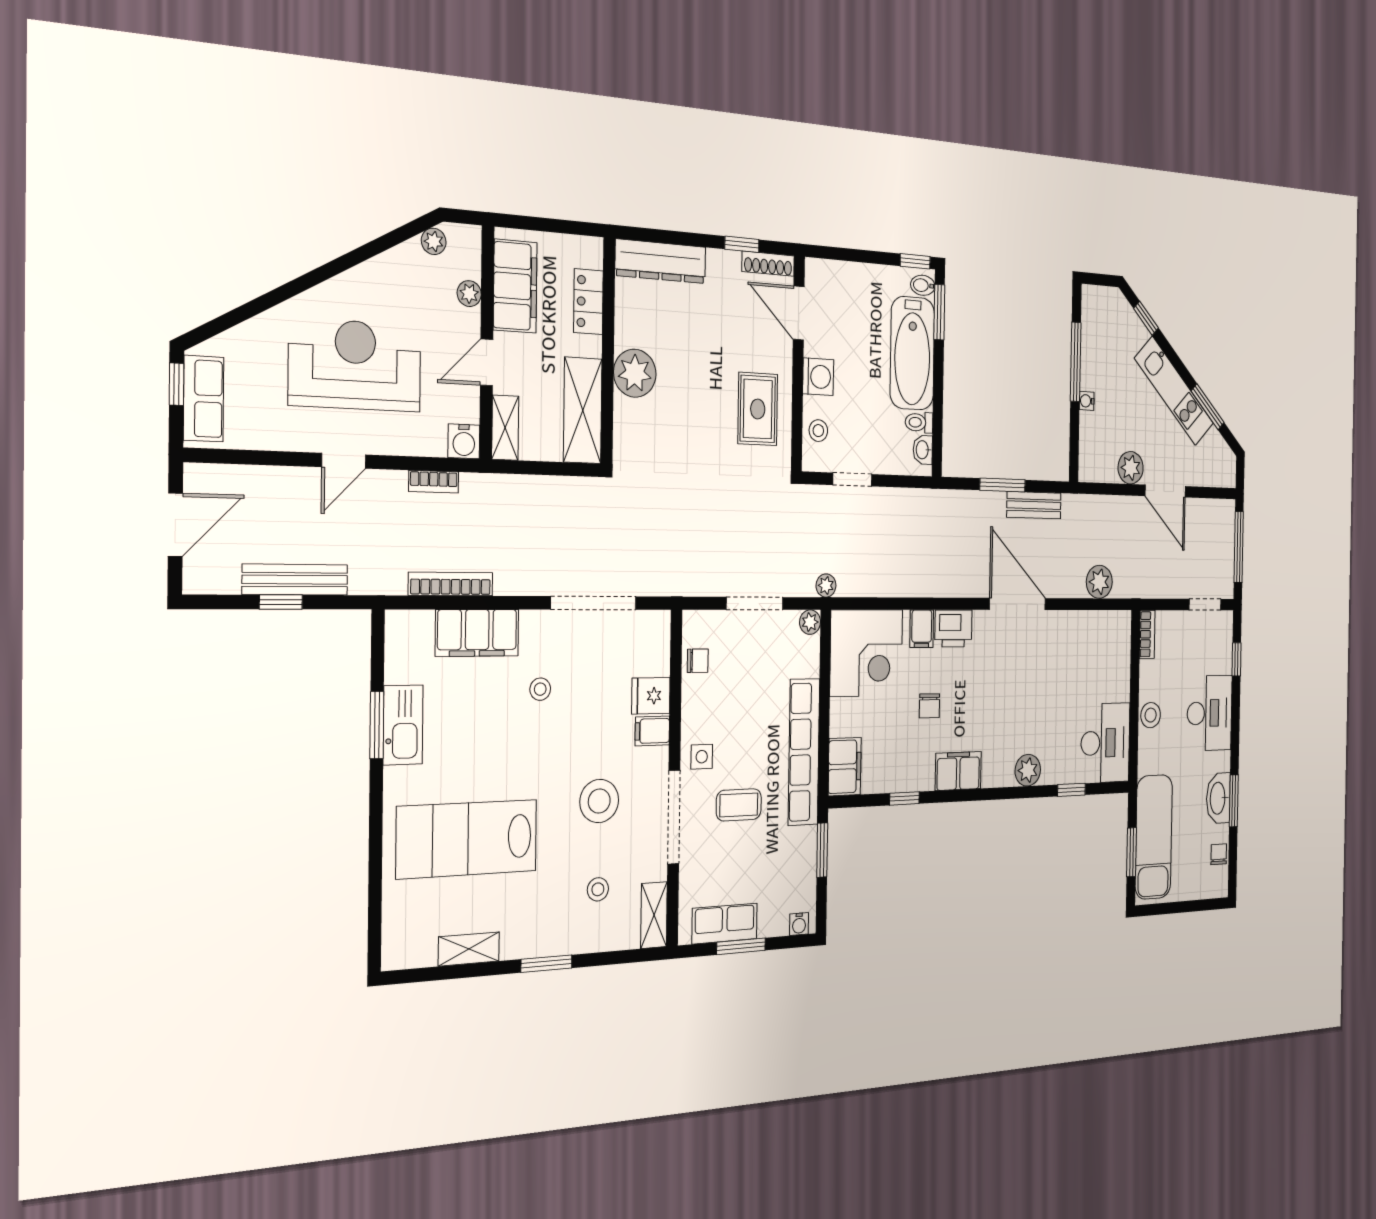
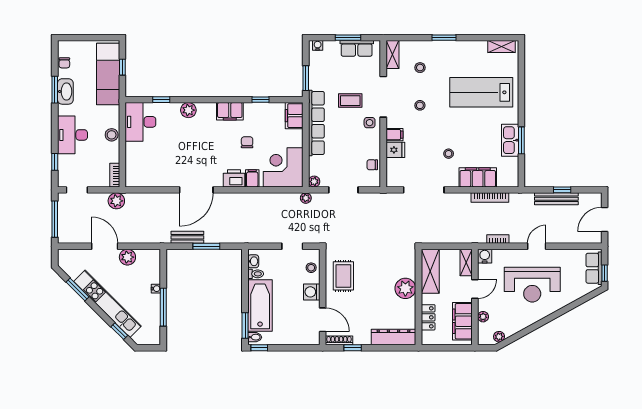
kitchen unit: (1174, 391) -> (108, 304), width x1.36
plant: (1099, 582) -> (116, 201), moved
door: (1018, 604) -> (196, 190), hinge flipped
stool: (599, 801) -> (420, 105), width x0.53, depth x0.53
lab bench: (467, 839) -> (481, 92), turned 180
window: (1131, 852) -> (122, 67), width x0.67
shelving: (469, 949) -> (501, 47), moved

